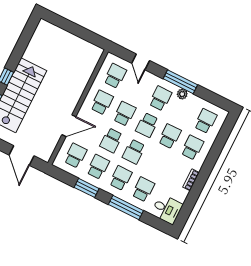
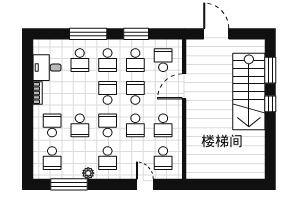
window: (180, 82) -> (69, 184), moved
school desk: (192, 148) -> (52, 125), turned 180
school desk: (75, 156) -> (163, 60), turned 180
desk: (167, 209) -> (47, 68), moved

